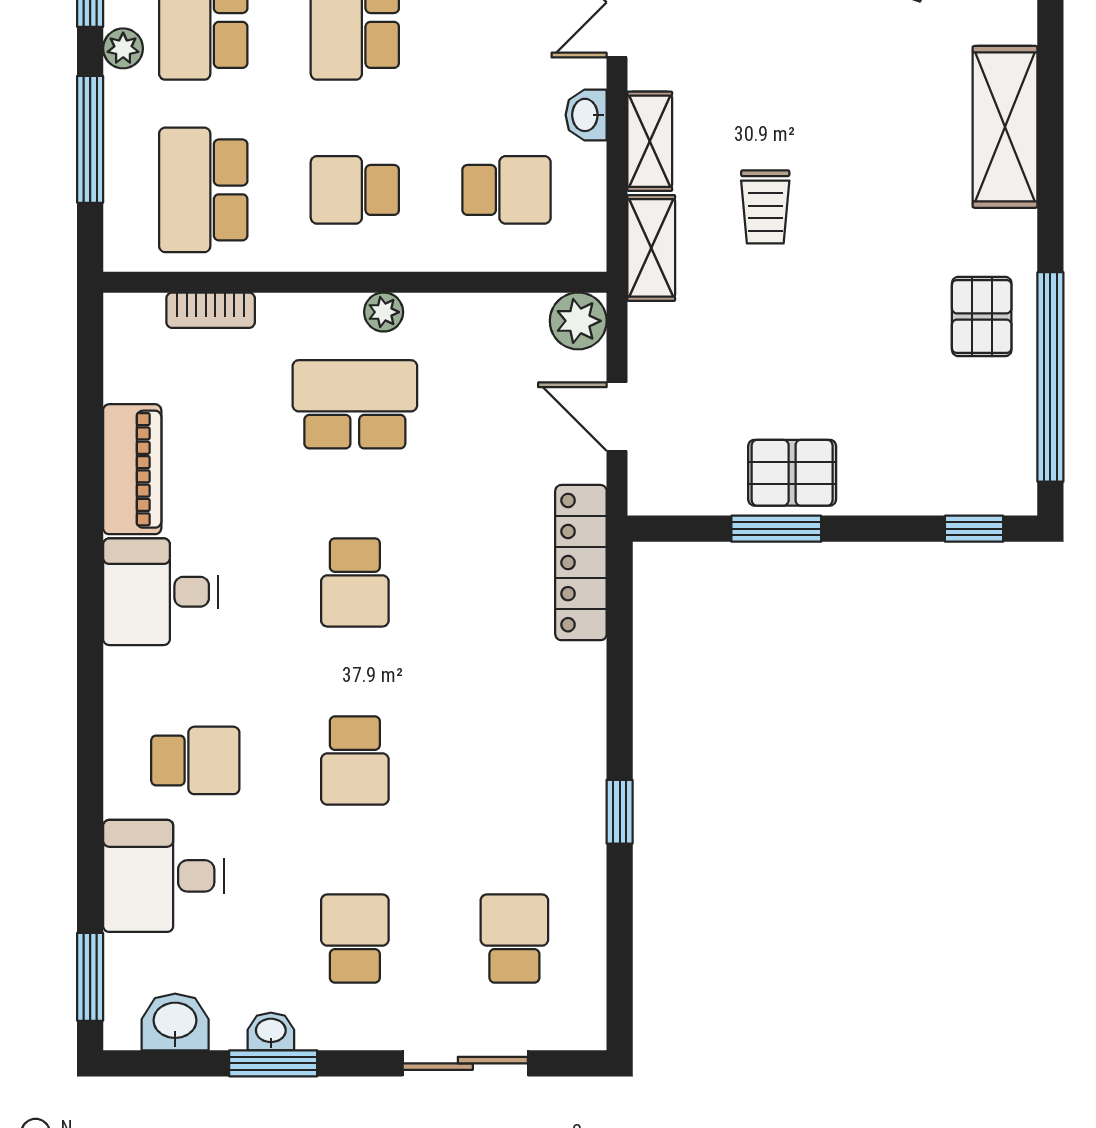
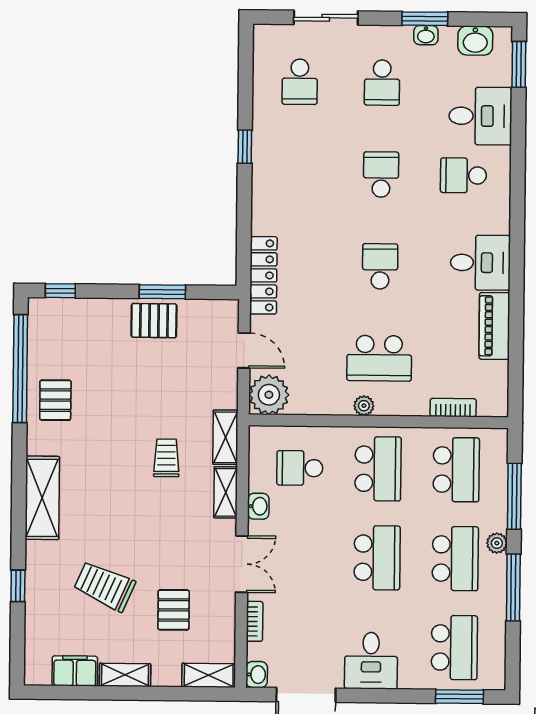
school desk: (355, 190) -> (378, 469), width x1.85
plant: (578, 321) -> (269, 395), width x1.36, depth x1.36

